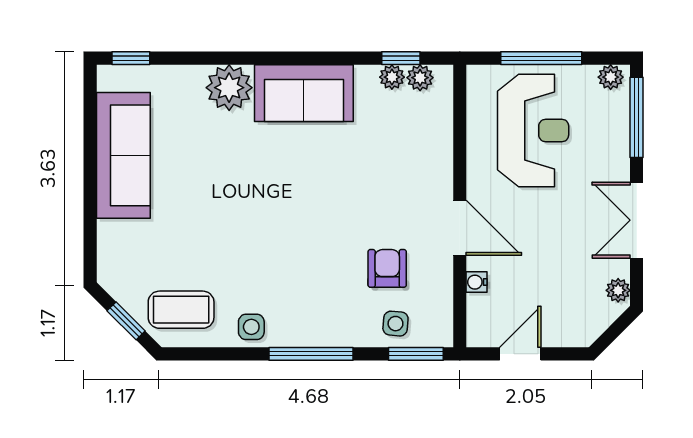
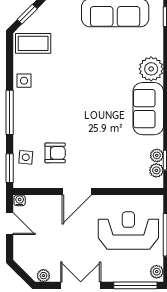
reception desk: (533, 130) -> (128, 230), turned 180
water cooler: (477, 282) -> (20, 200), moved
coffee table: (181, 310) -> (33, 43), turned 90

